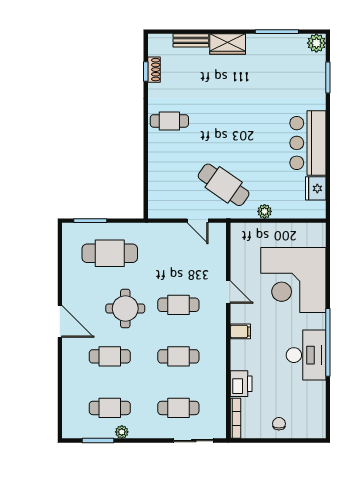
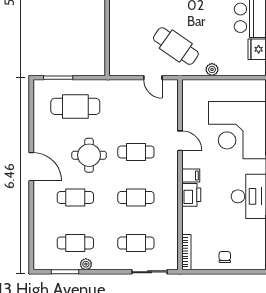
printer: (241, 384) -> (191, 195), moved

